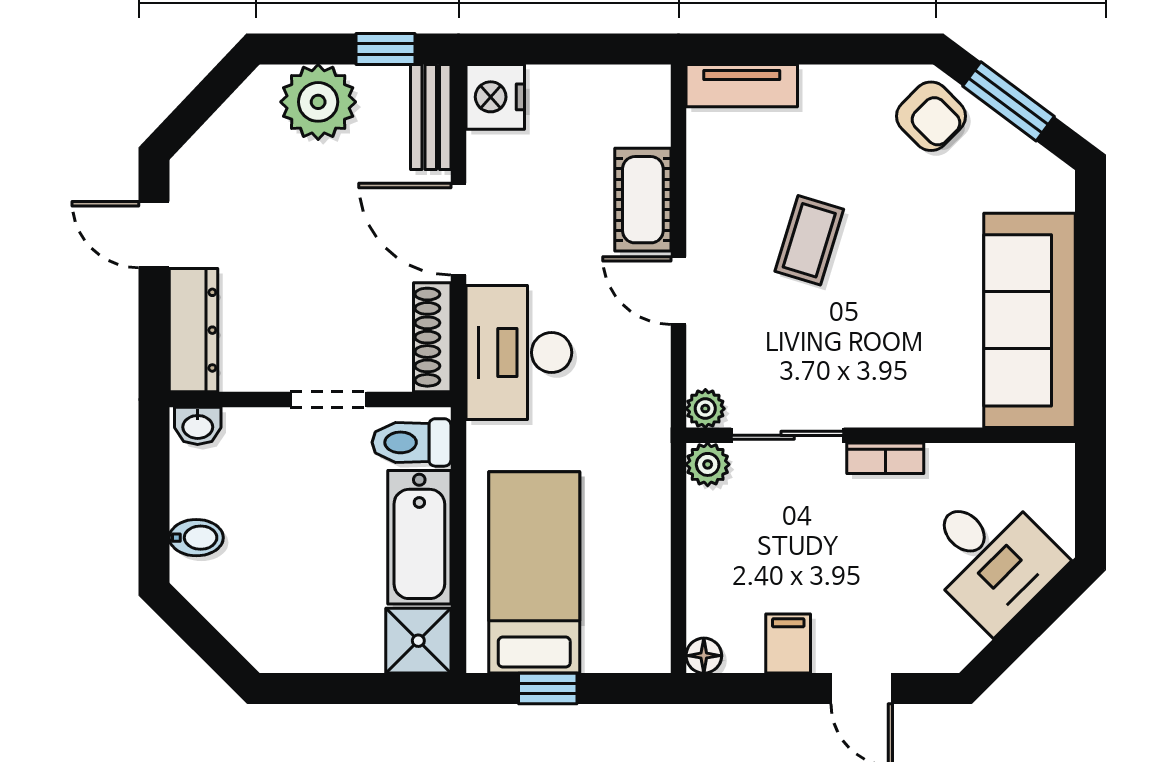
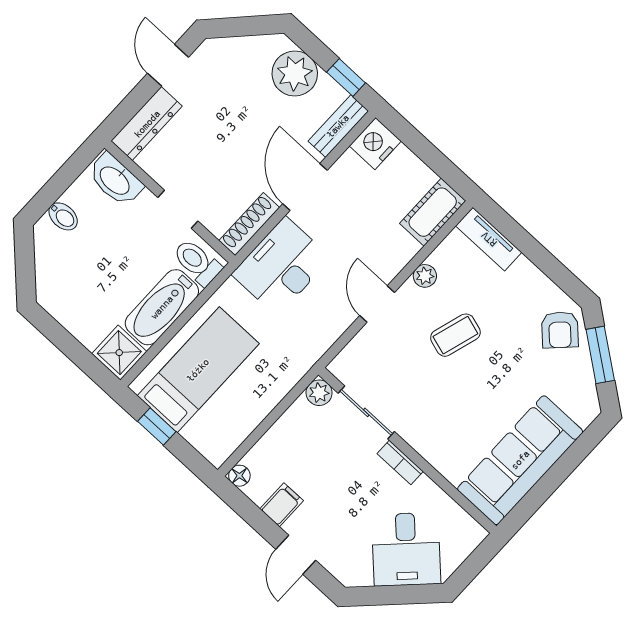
cot: (643, 200) -> (433, 212), moved
plant: (705, 409) -> (425, 276), moved
washbasin: (198, 426) -> (115, 180), width x1.91, depth x1.45

